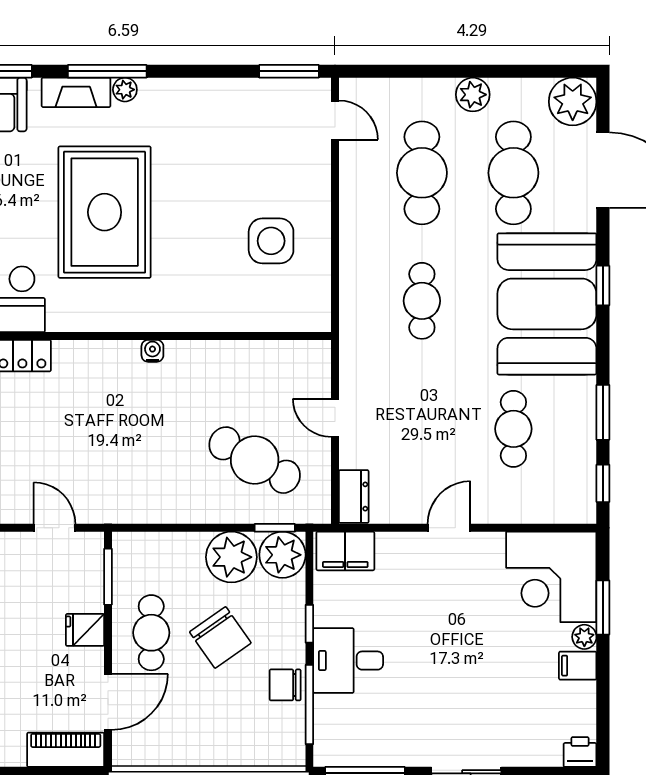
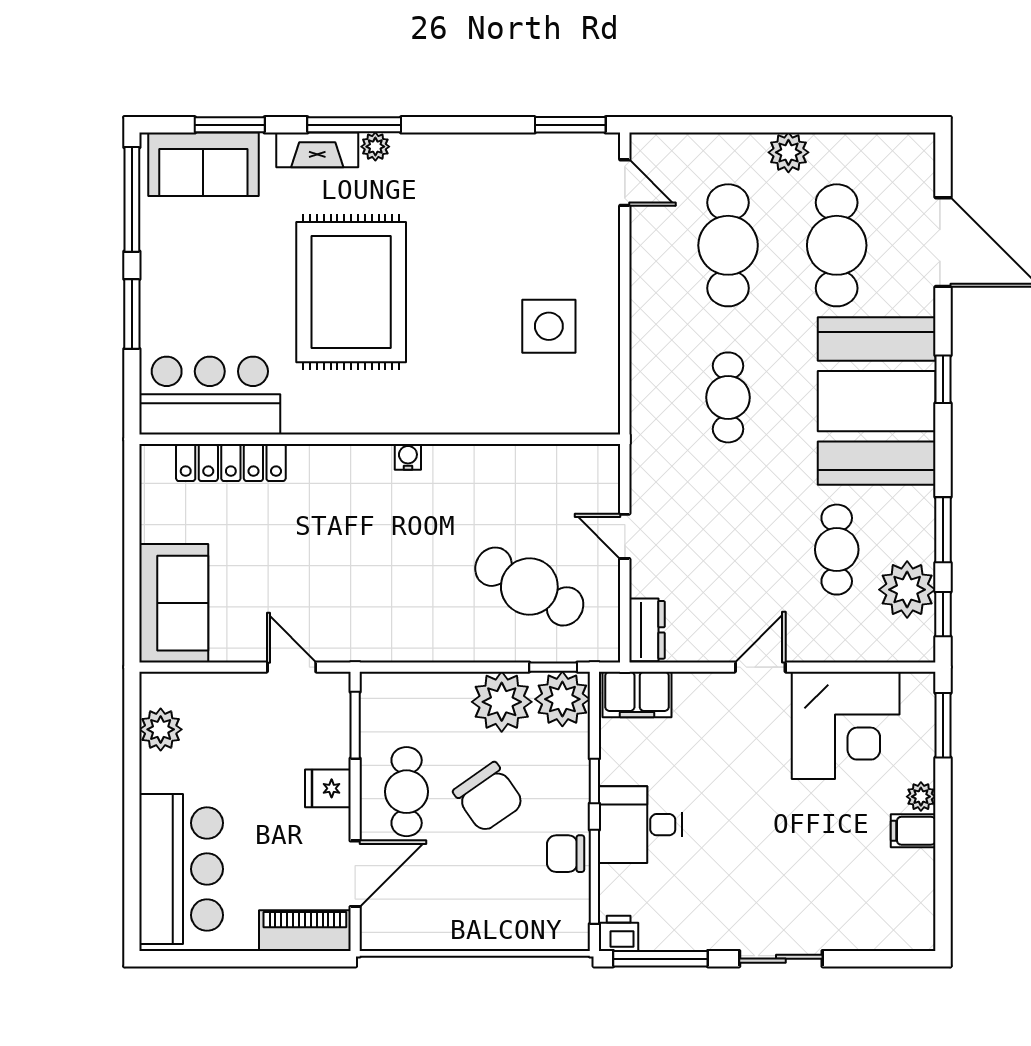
plant: (573, 102) -> (907, 590), moved
corner desk: (551, 577) -> (846, 725), moved, turned -90
window: (603, 607) -> (943, 725), moved
printer: (580, 752) -> (619, 933), moved

